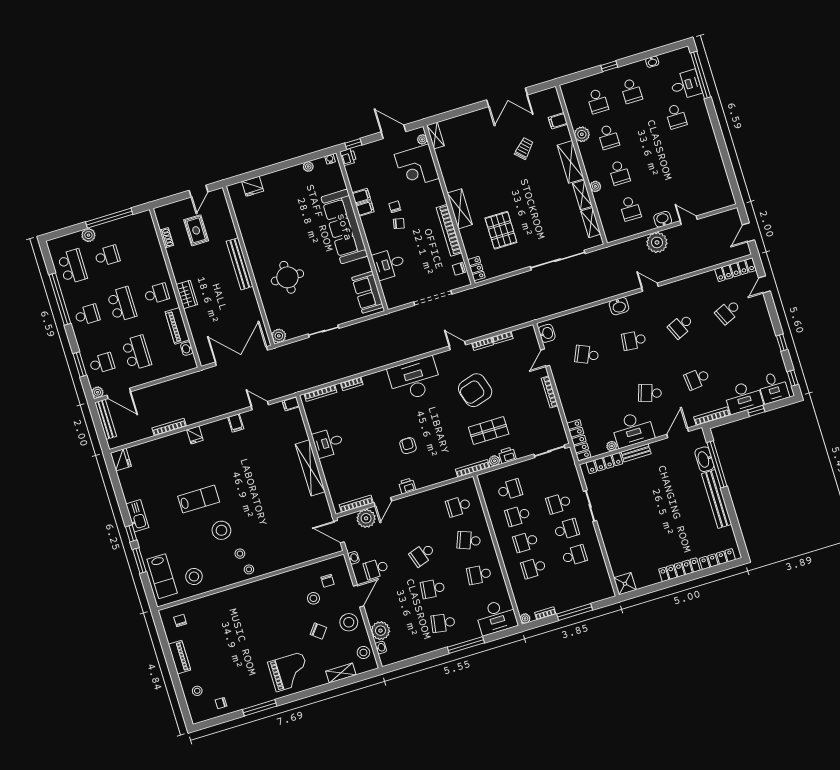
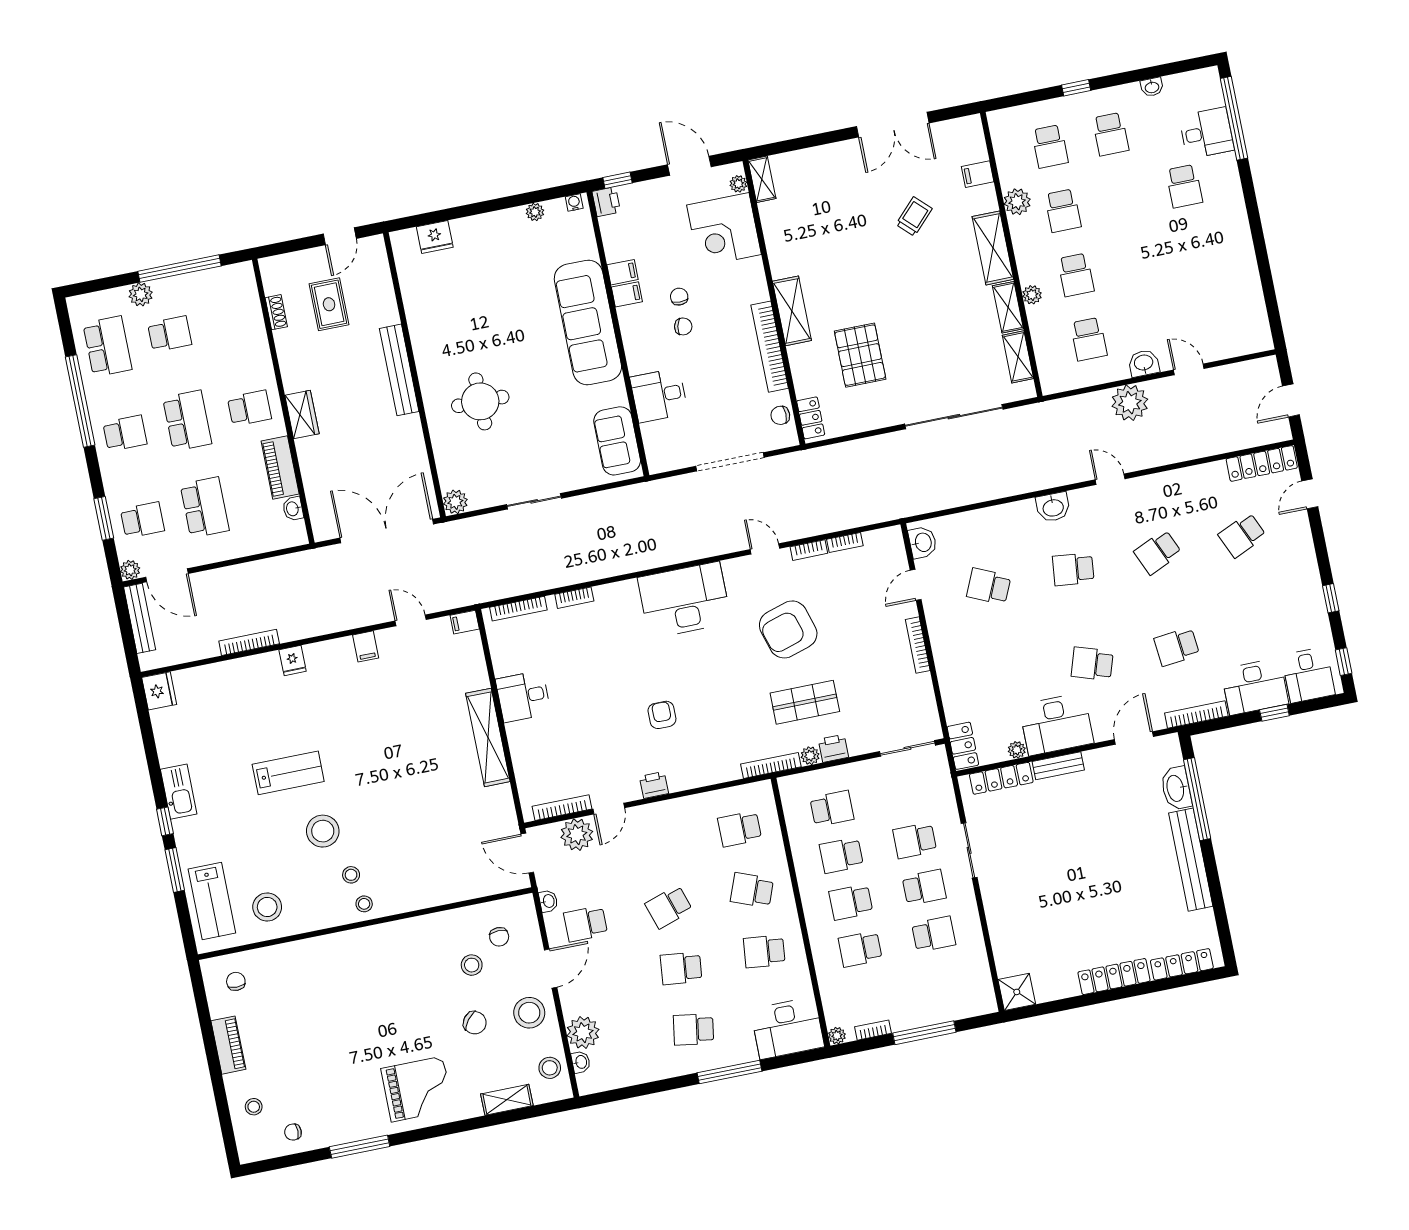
locker: (579, 440) -> (963, 746), width x0.66

